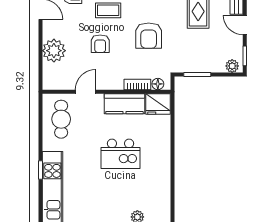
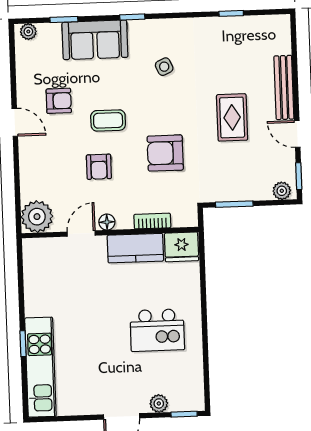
armchair: (149, 36) -> (165, 153), turned 90
plant: (54, 51) -> (37, 217), moved
floor lamp: (158, 84) -> (107, 222), moved
cafe table: (61, 119) -> (49, 273), removed
kitchen island: (120, 154) -> (157, 330), moved

